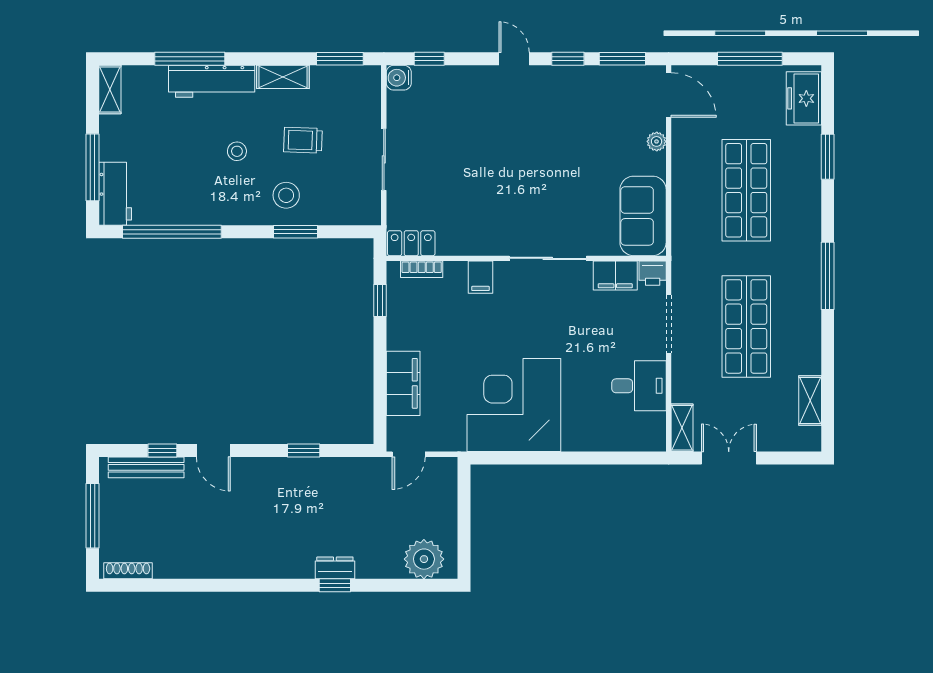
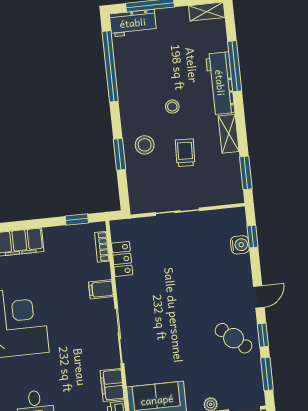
water cooler: (399, 78) -> (240, 245), moved, turned 90
cafe table: (568, 100) -> (234, 338), added
locker: (411, 243) -> (122, 259), moved

